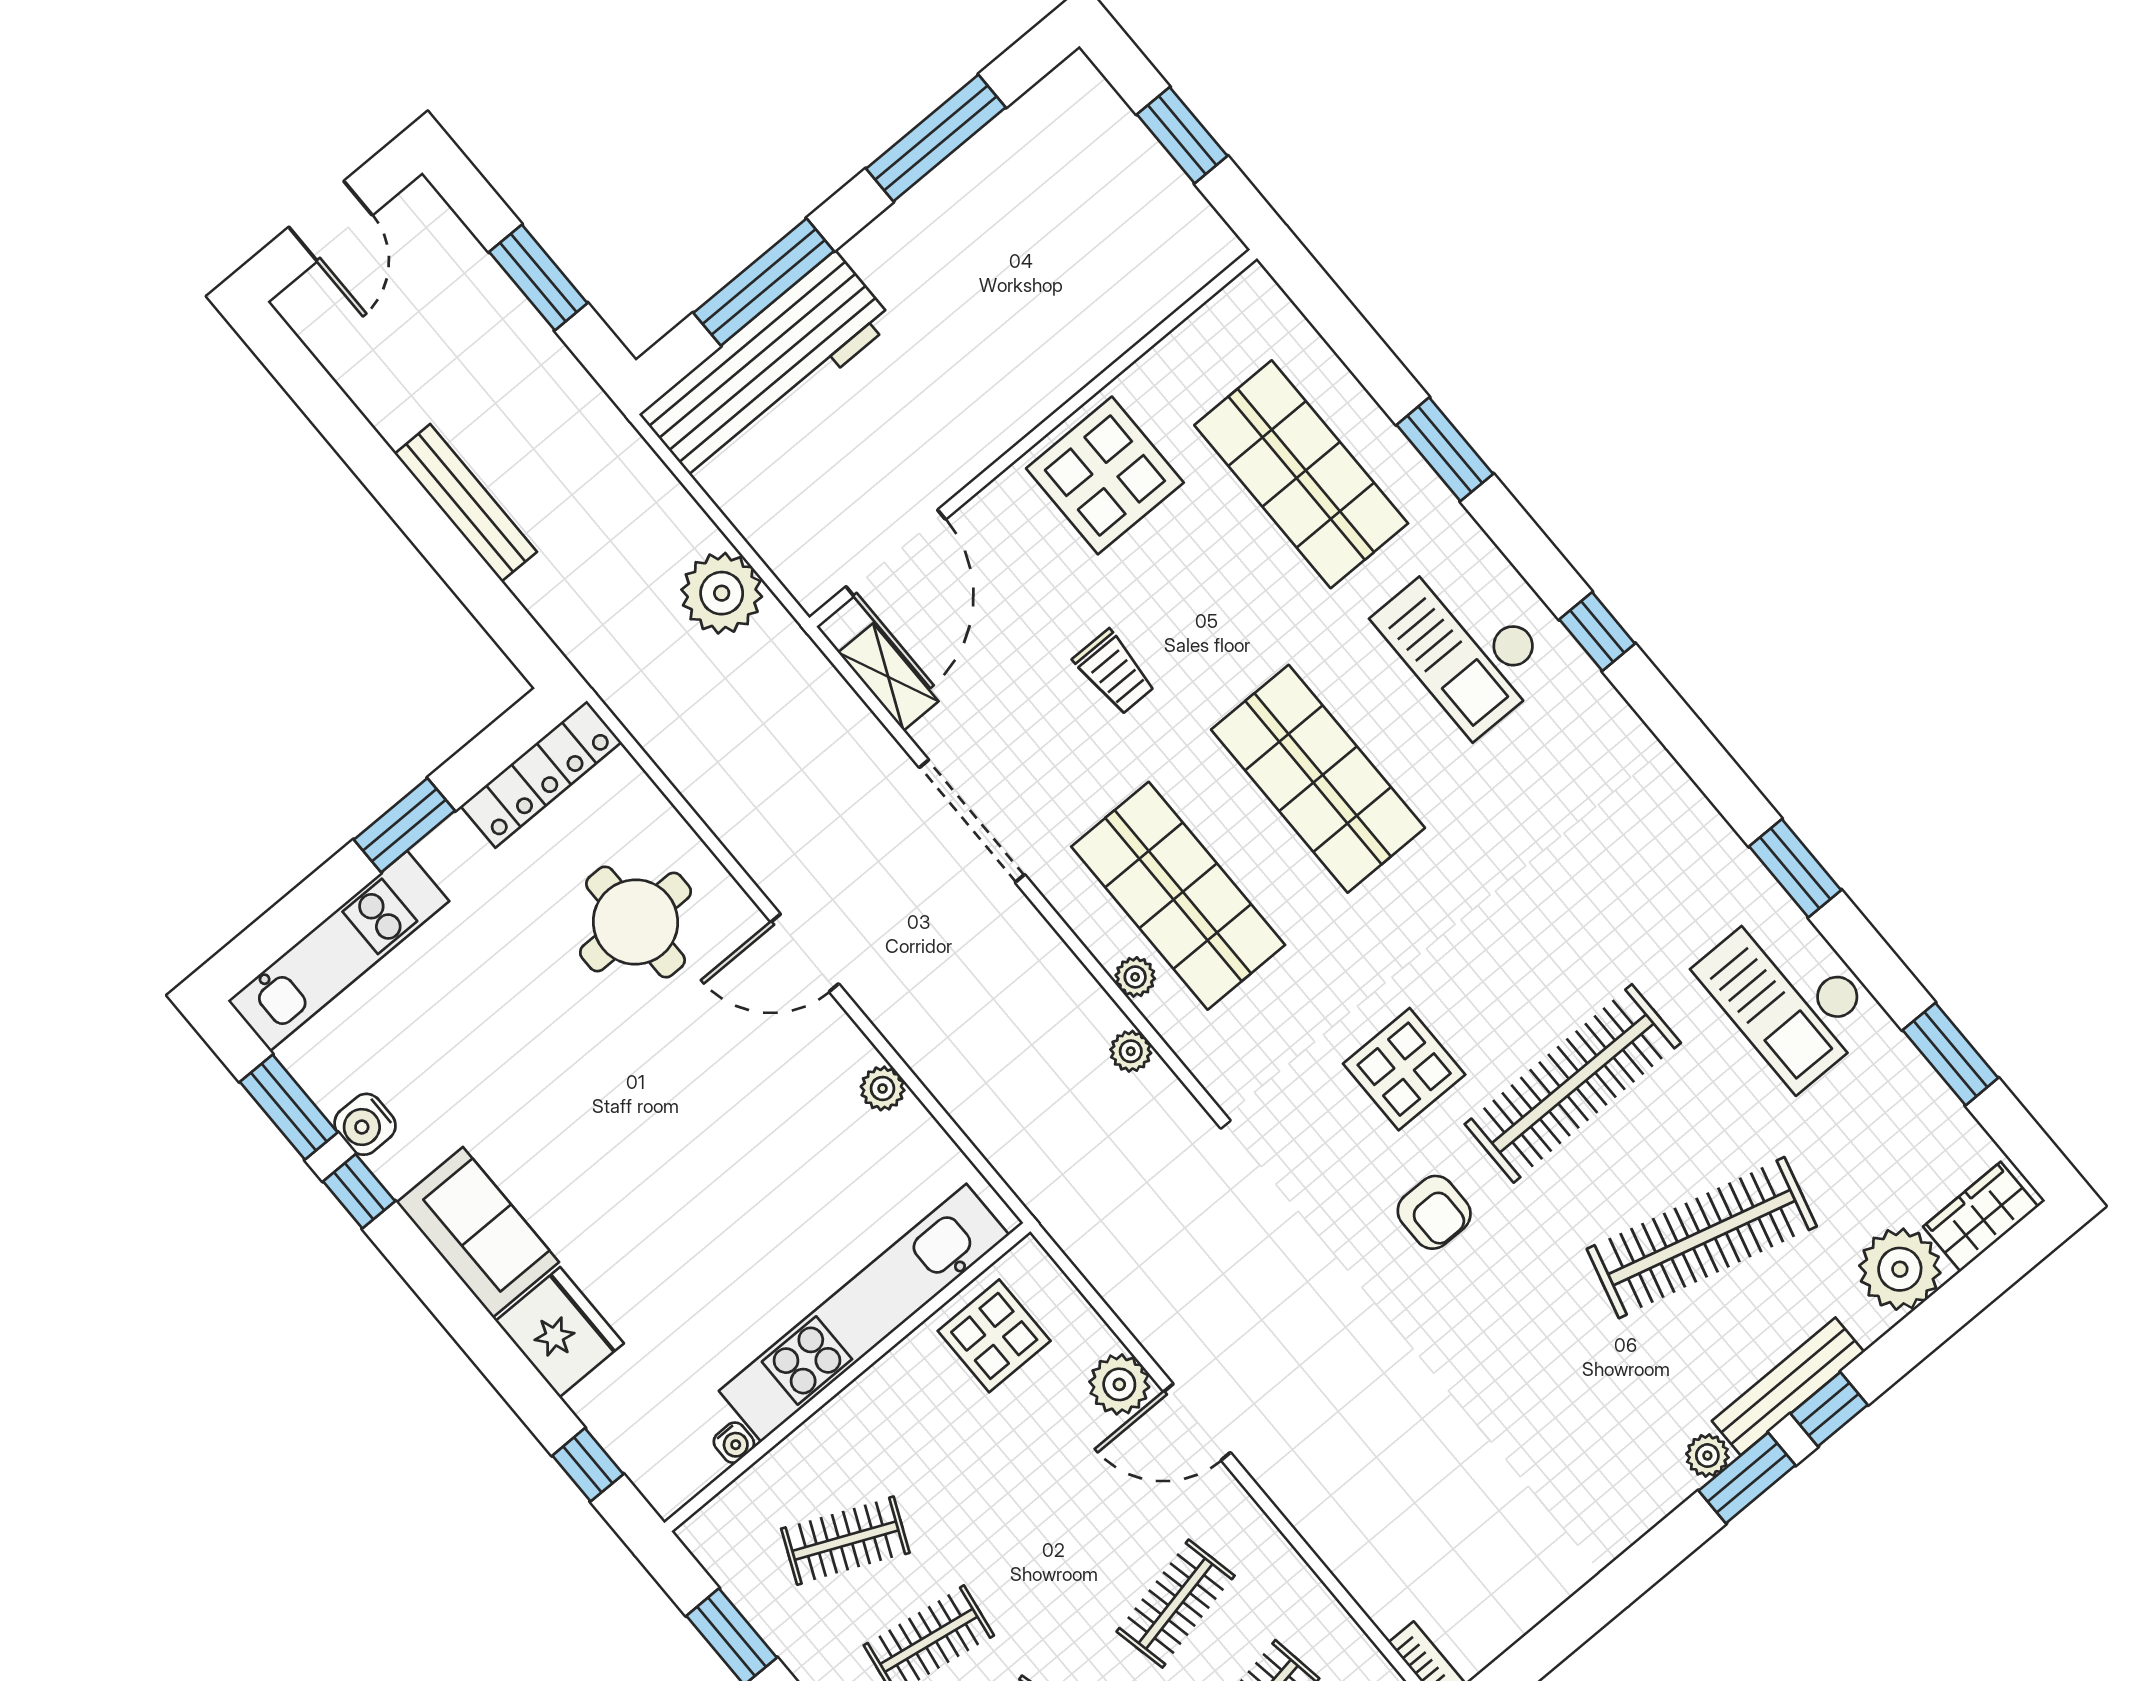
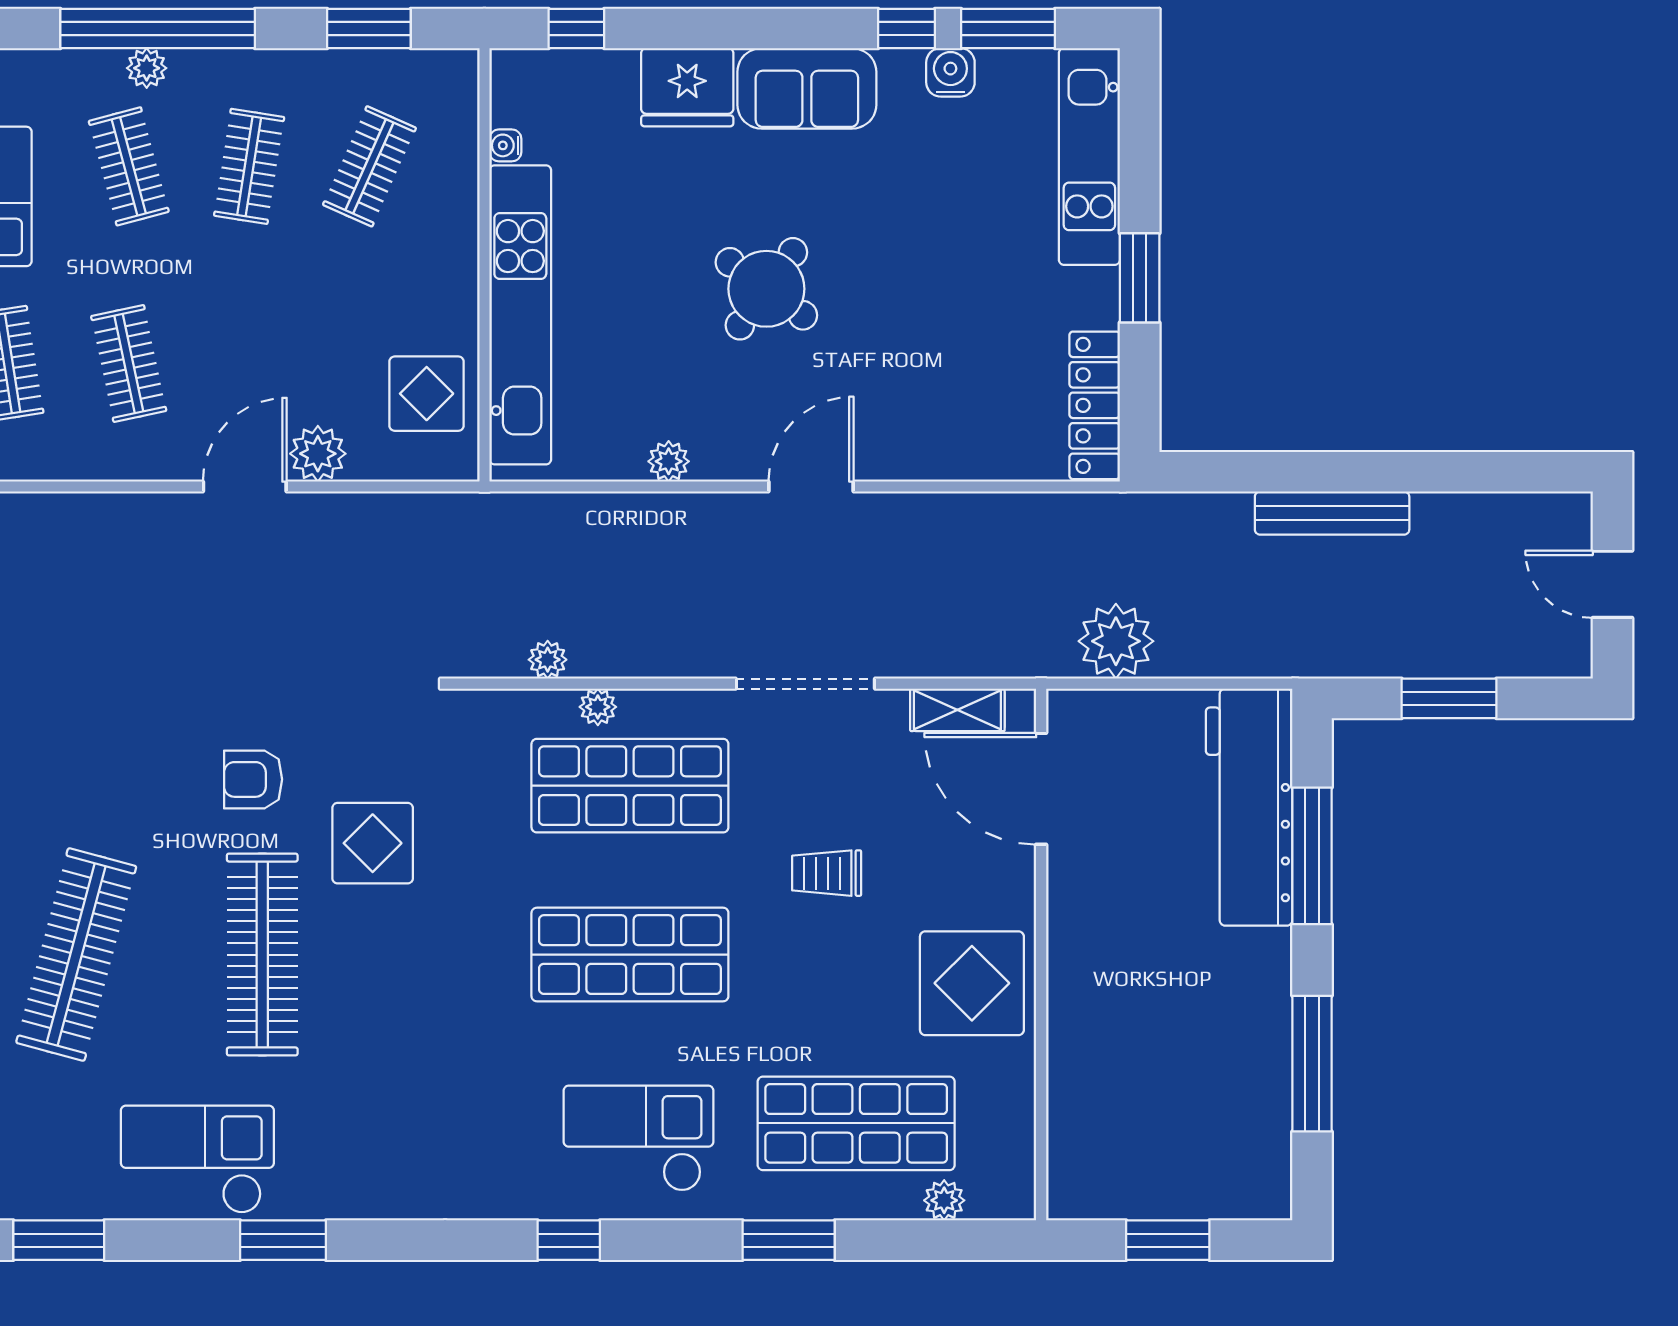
plant: (1304, 348) -> (944, 1200), added
round table: (636, 922) -> (766, 289), moved, turned 36

